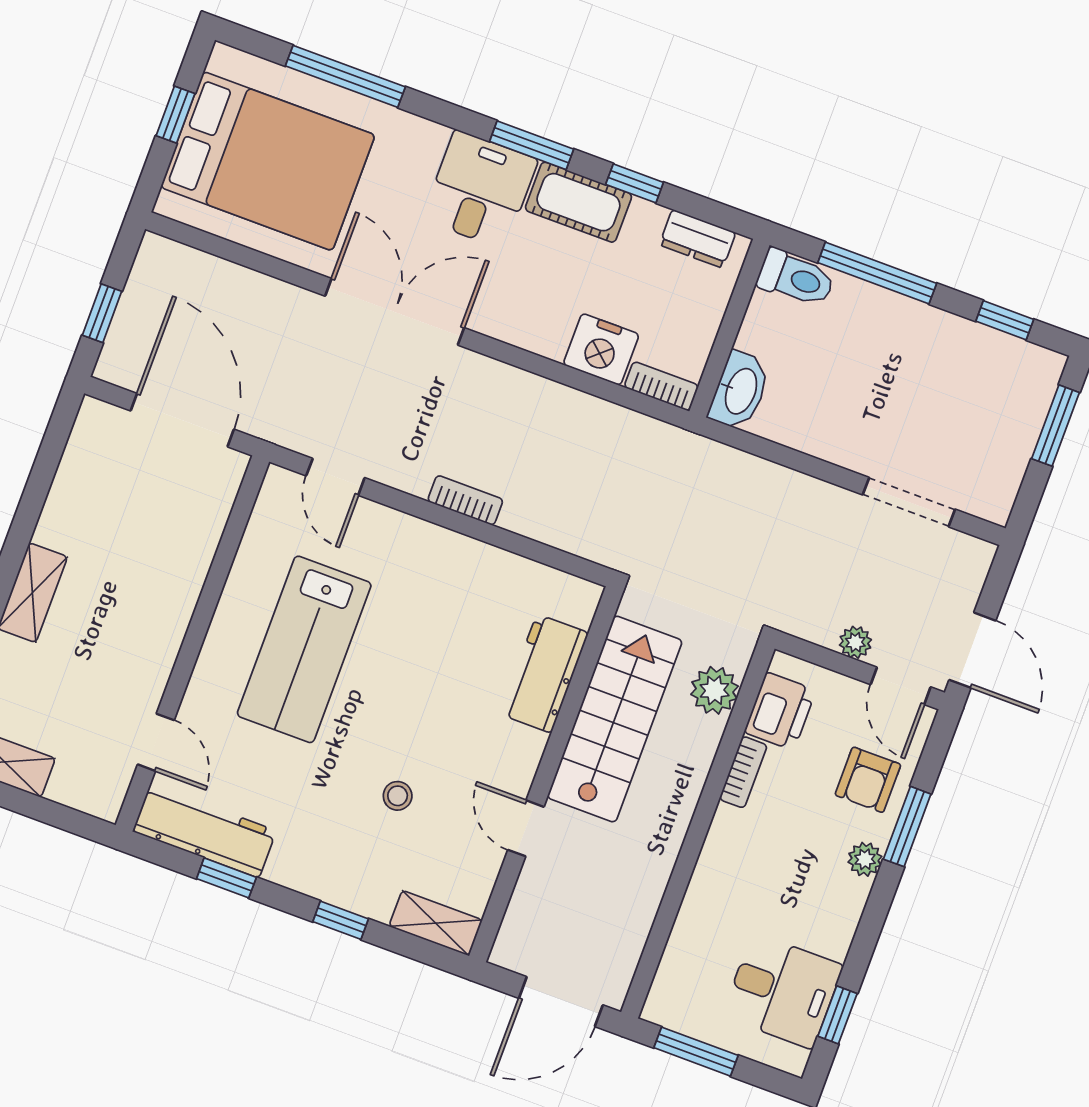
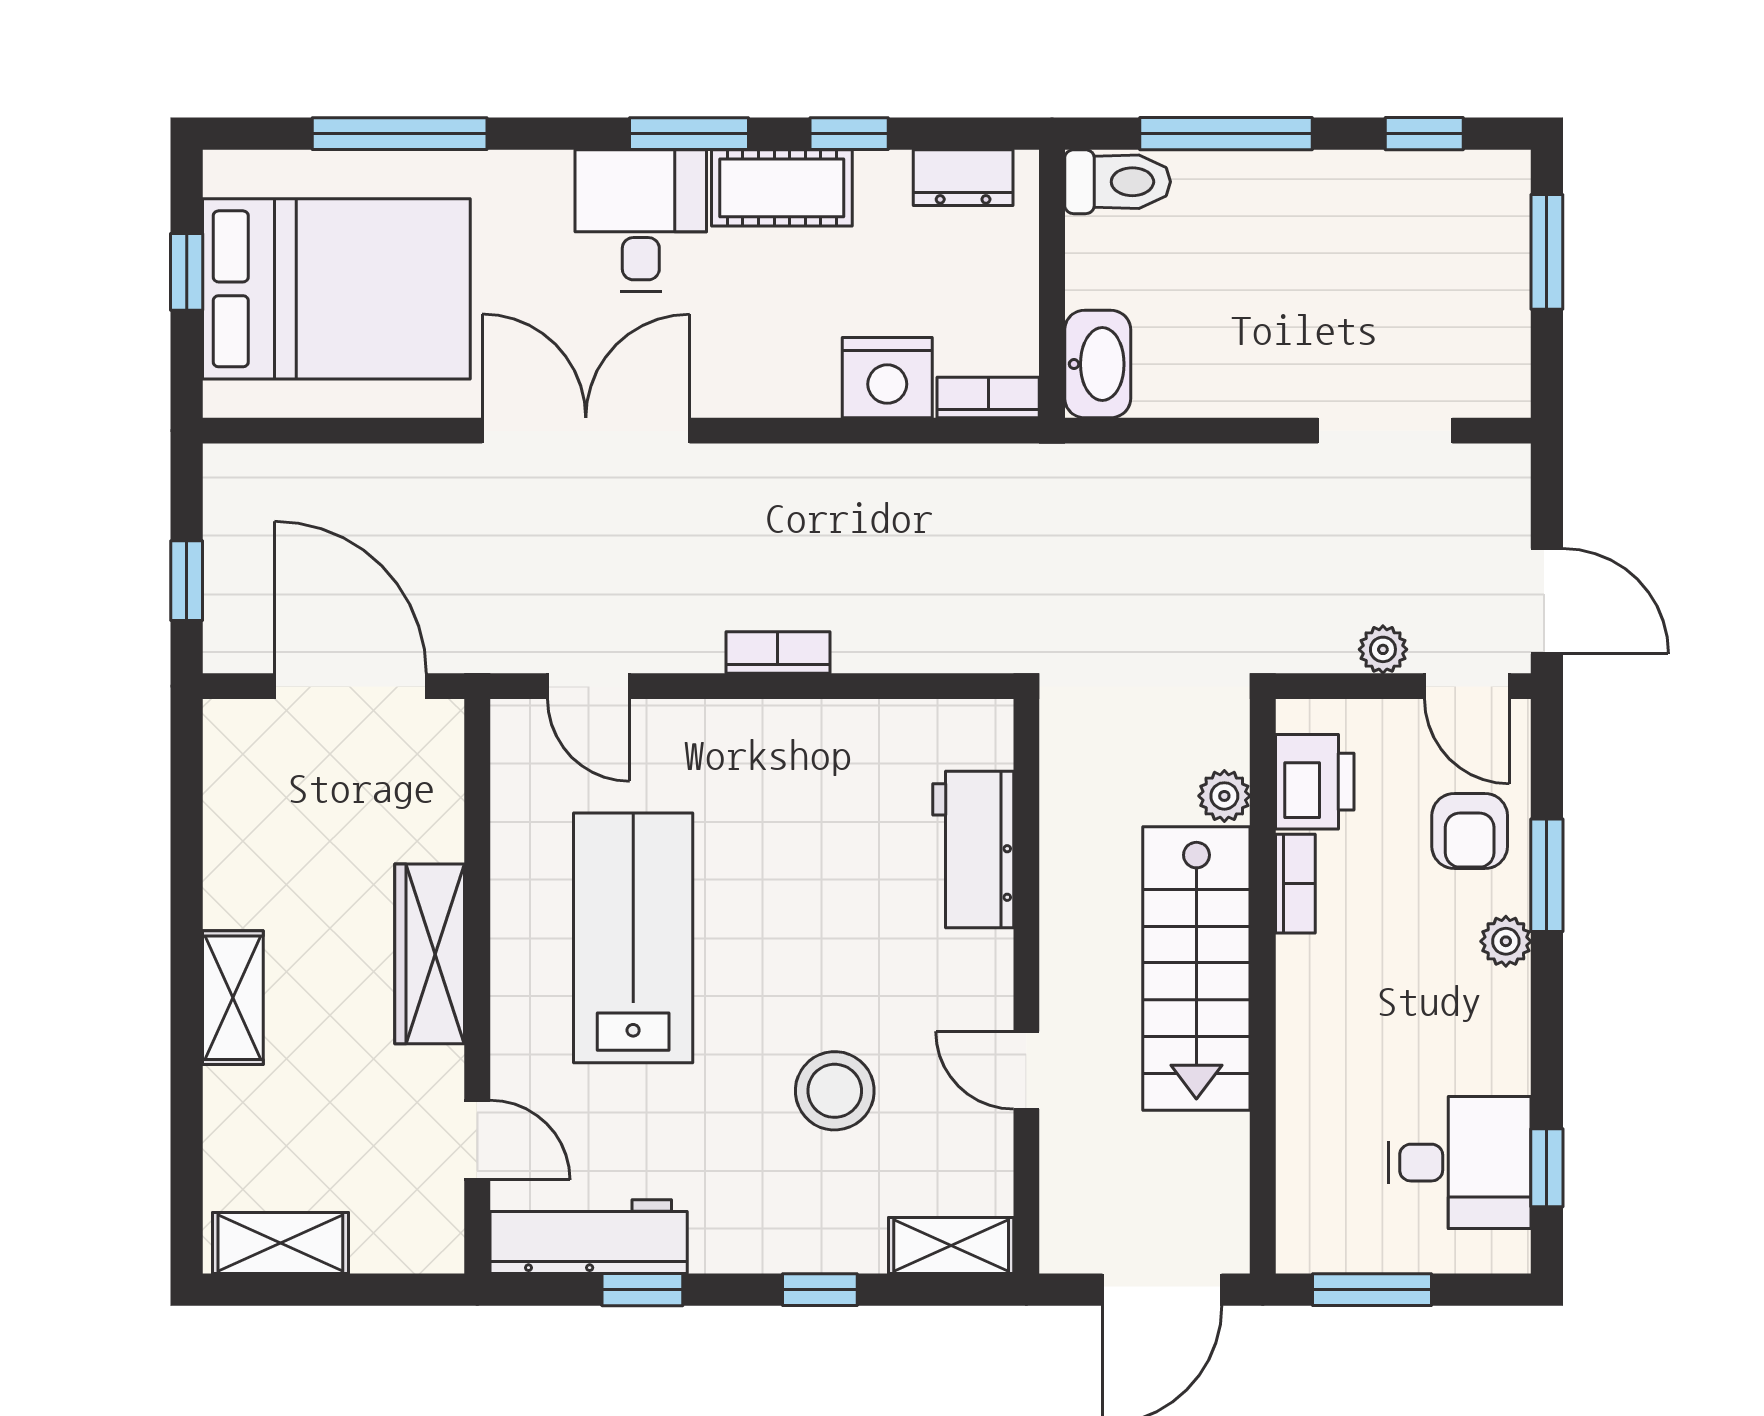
wardrobe: (169, 611) -> (430, 954), added
lab bench: (304, 649) -> (633, 938), turned 180
plant: (715, 690) -> (1224, 796), width x0.73, depth x0.73
stairs: (615, 719) -> (1196, 969), moved, turned 180
stool: (398, 796) -> (835, 1091), width x1.89, depth x1.89

